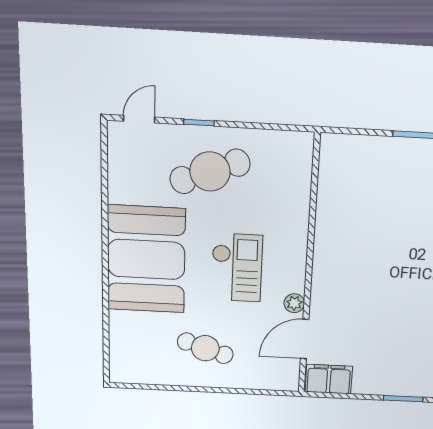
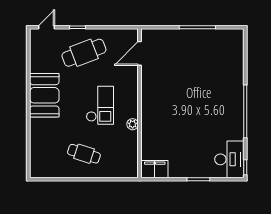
booth: (146, 259) -> (44, 95), width x0.73, depth x0.70
door: (305, 339) -> (140, 53), moved

